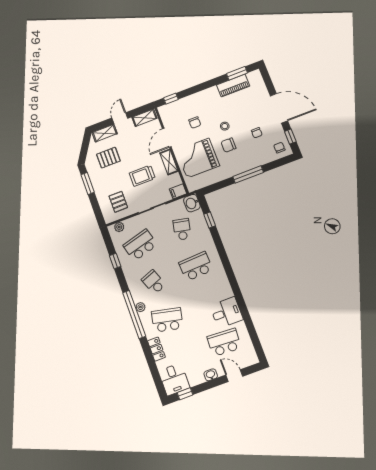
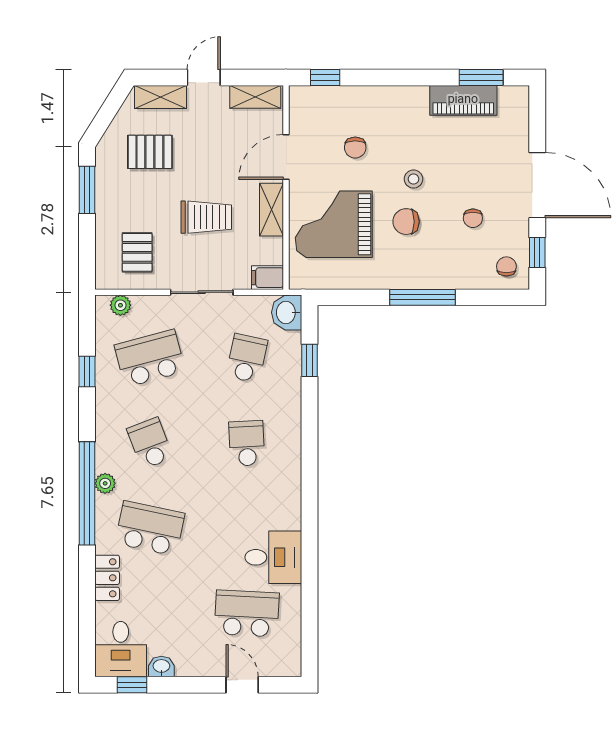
trolley: (142, 176) -> (206, 217), turned 180
school desk: (196, 266) -> (247, 443), width x0.54
washbasin: (211, 375) -> (161, 667), moved

